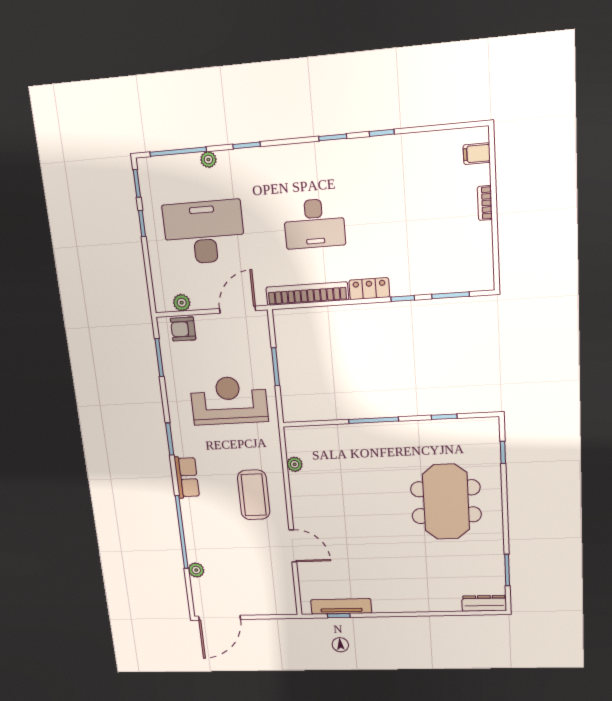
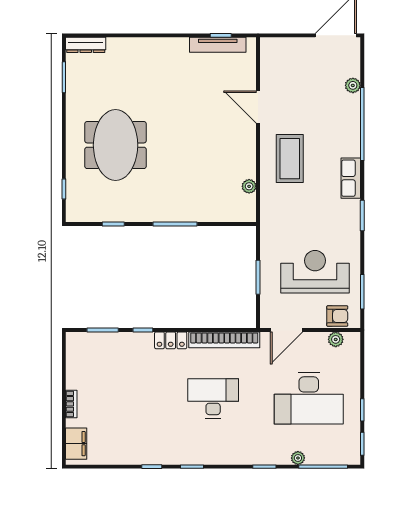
filing cabinet: (477, 154) -> (76, 444), width x2.00
reception desk: (229, 400) -> (315, 272), moved, turned 180

